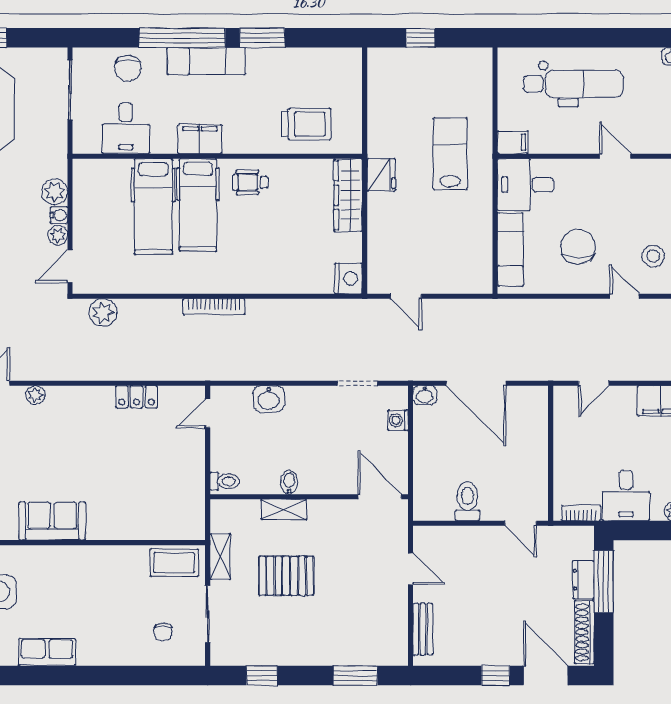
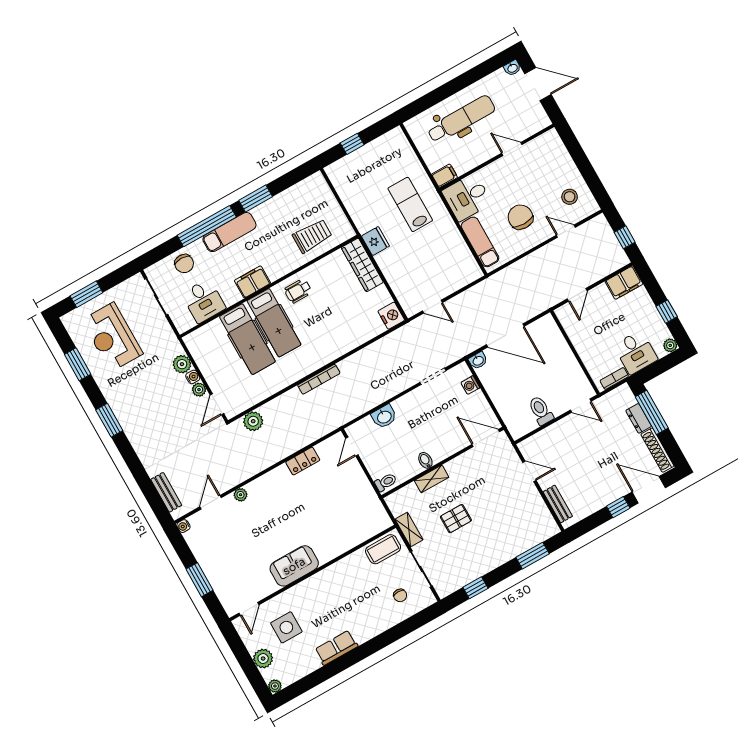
pallet: (286, 576) -> (456, 519), width x0.67, depth x0.71

